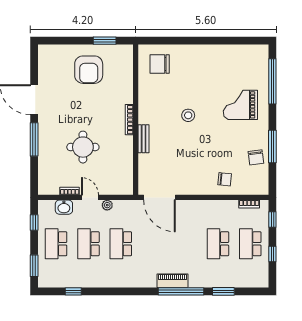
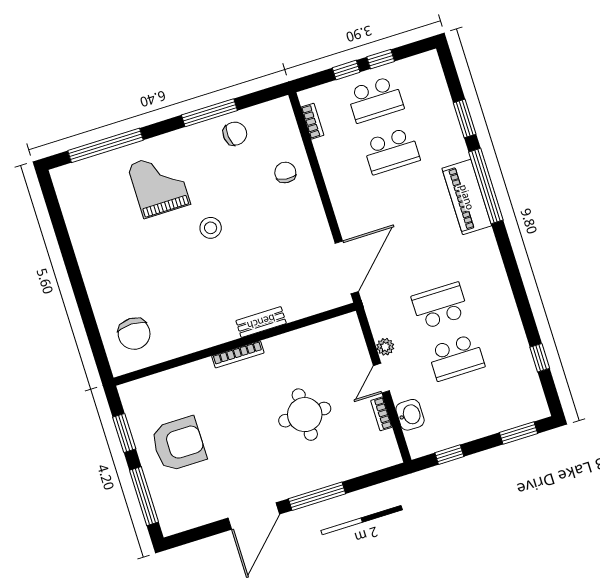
window: (65, 41) -> (144, 496), added
grand piano: (240, 105) -> (159, 185), turned 180
stool: (188, 115) -> (211, 228), moved
window: (272, 220) -> (346, 70), moved
school desk: (56, 244) -> (472, 409), removed
school desk: (121, 244) -> (440, 306), turned 180
piano: (173, 281) -> (467, 197), width x1.37, depth x1.33

